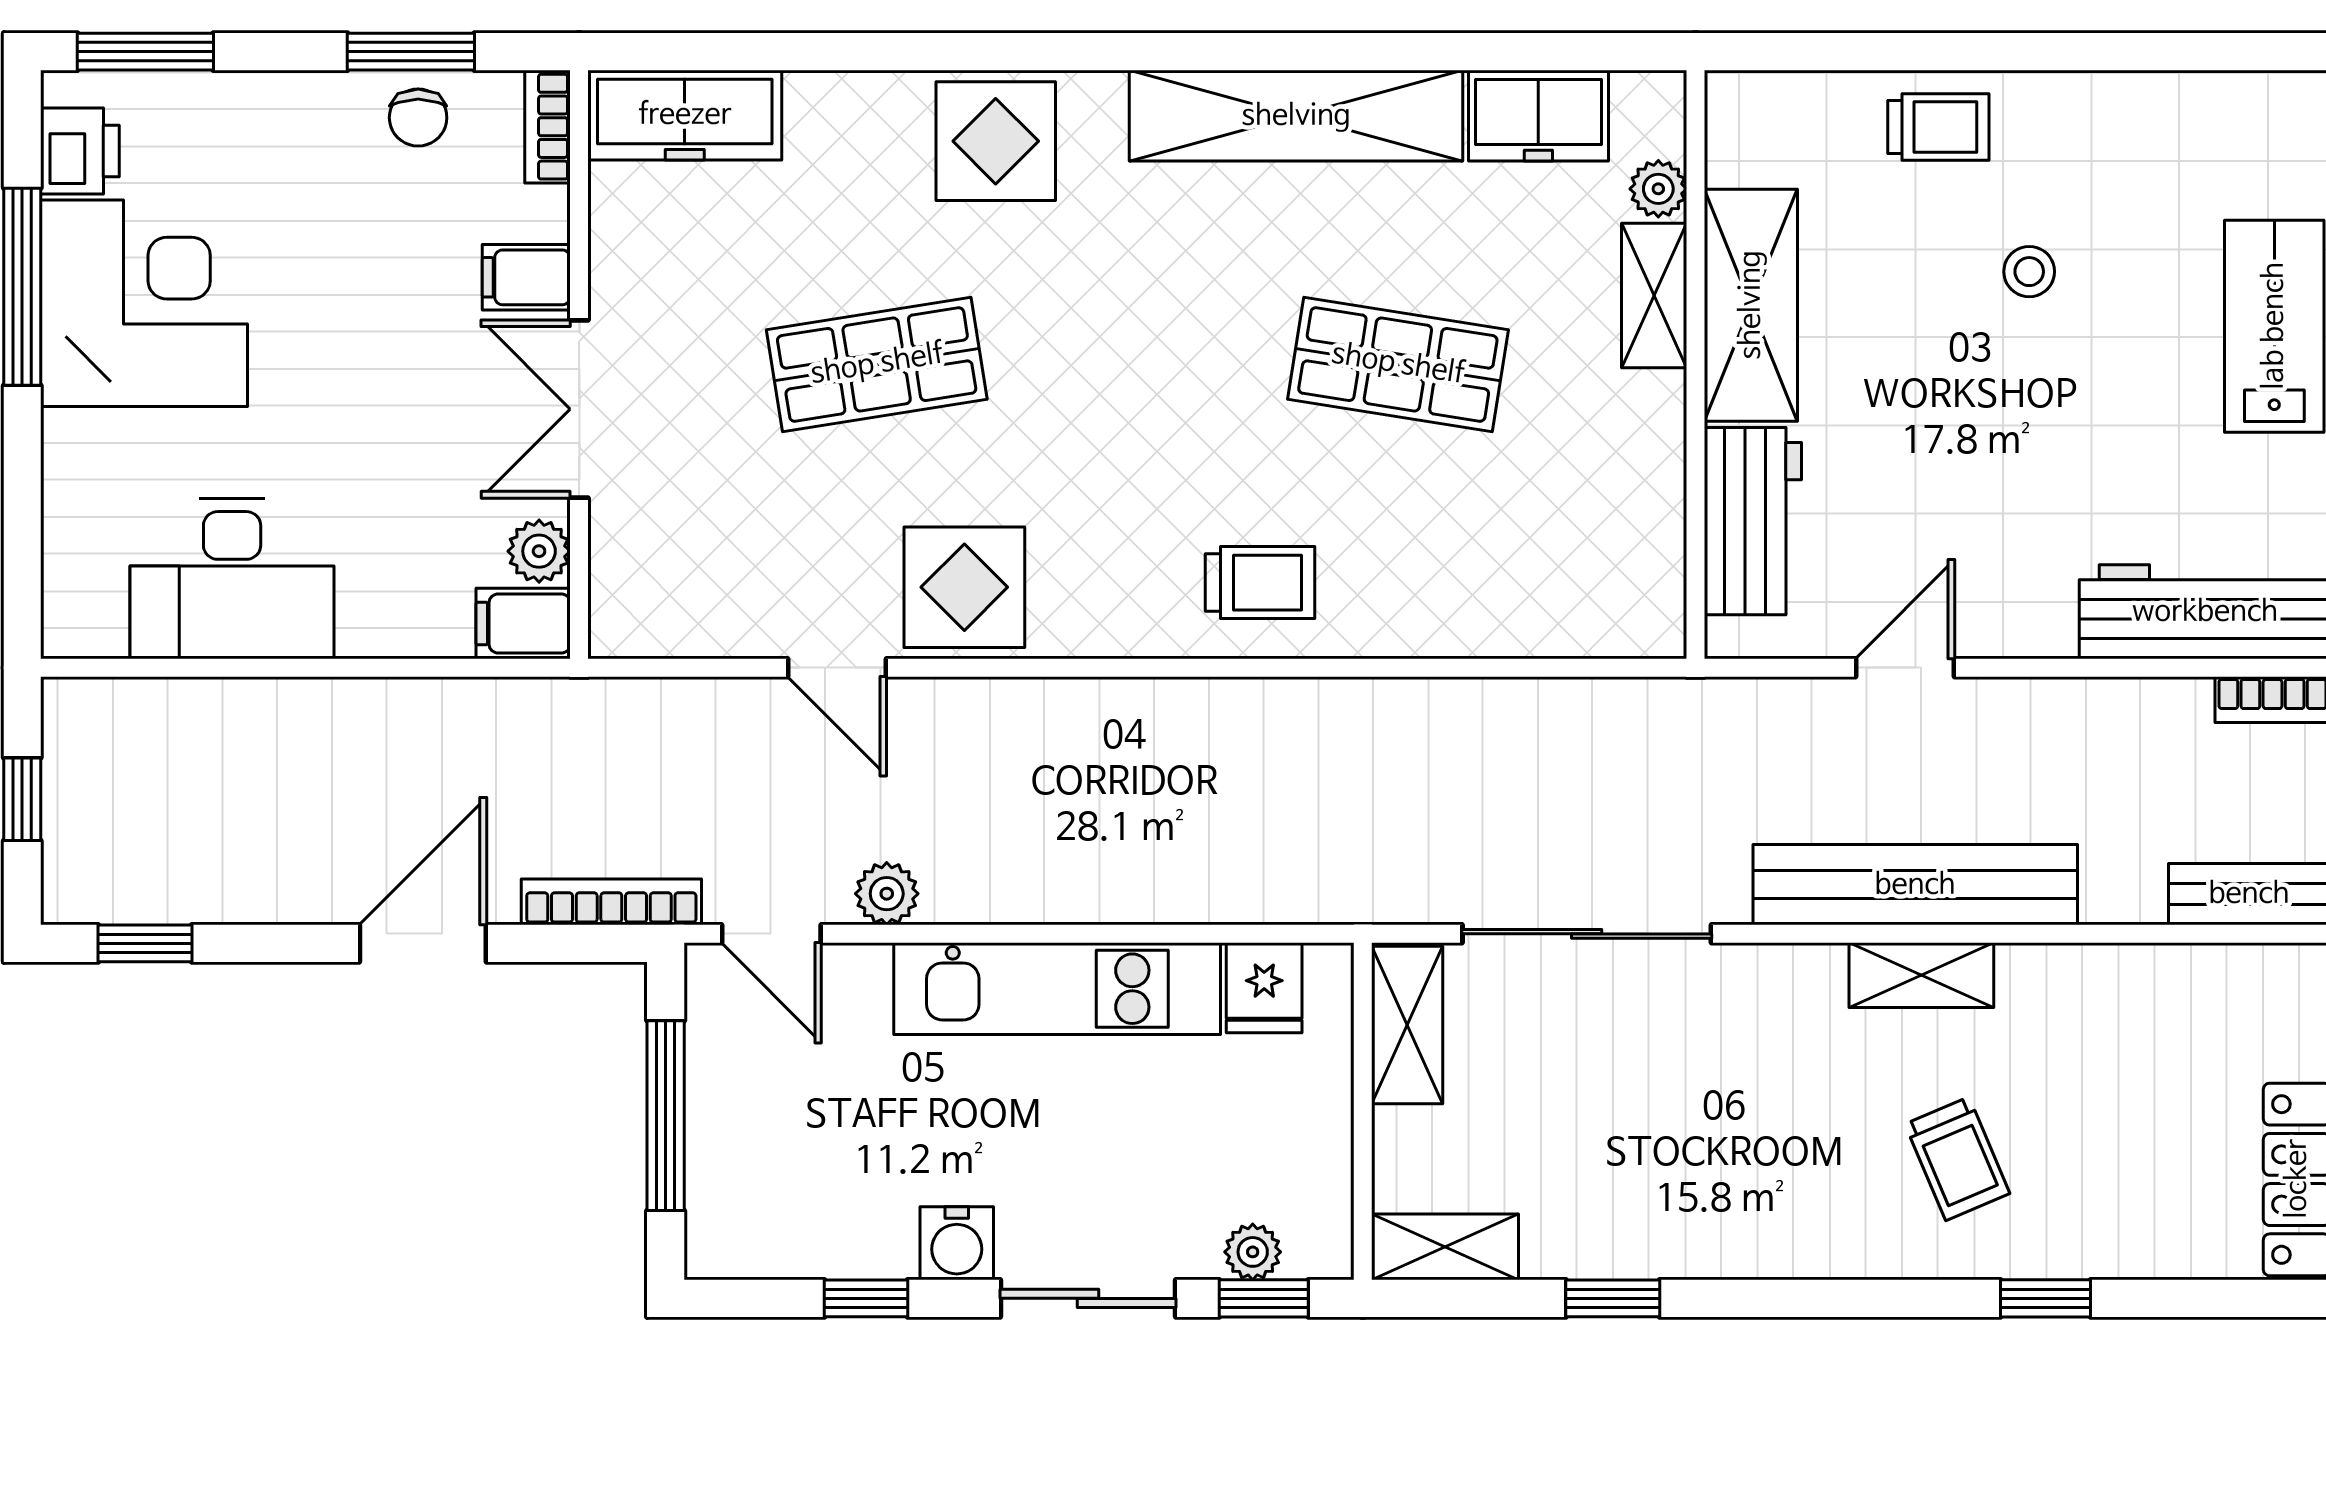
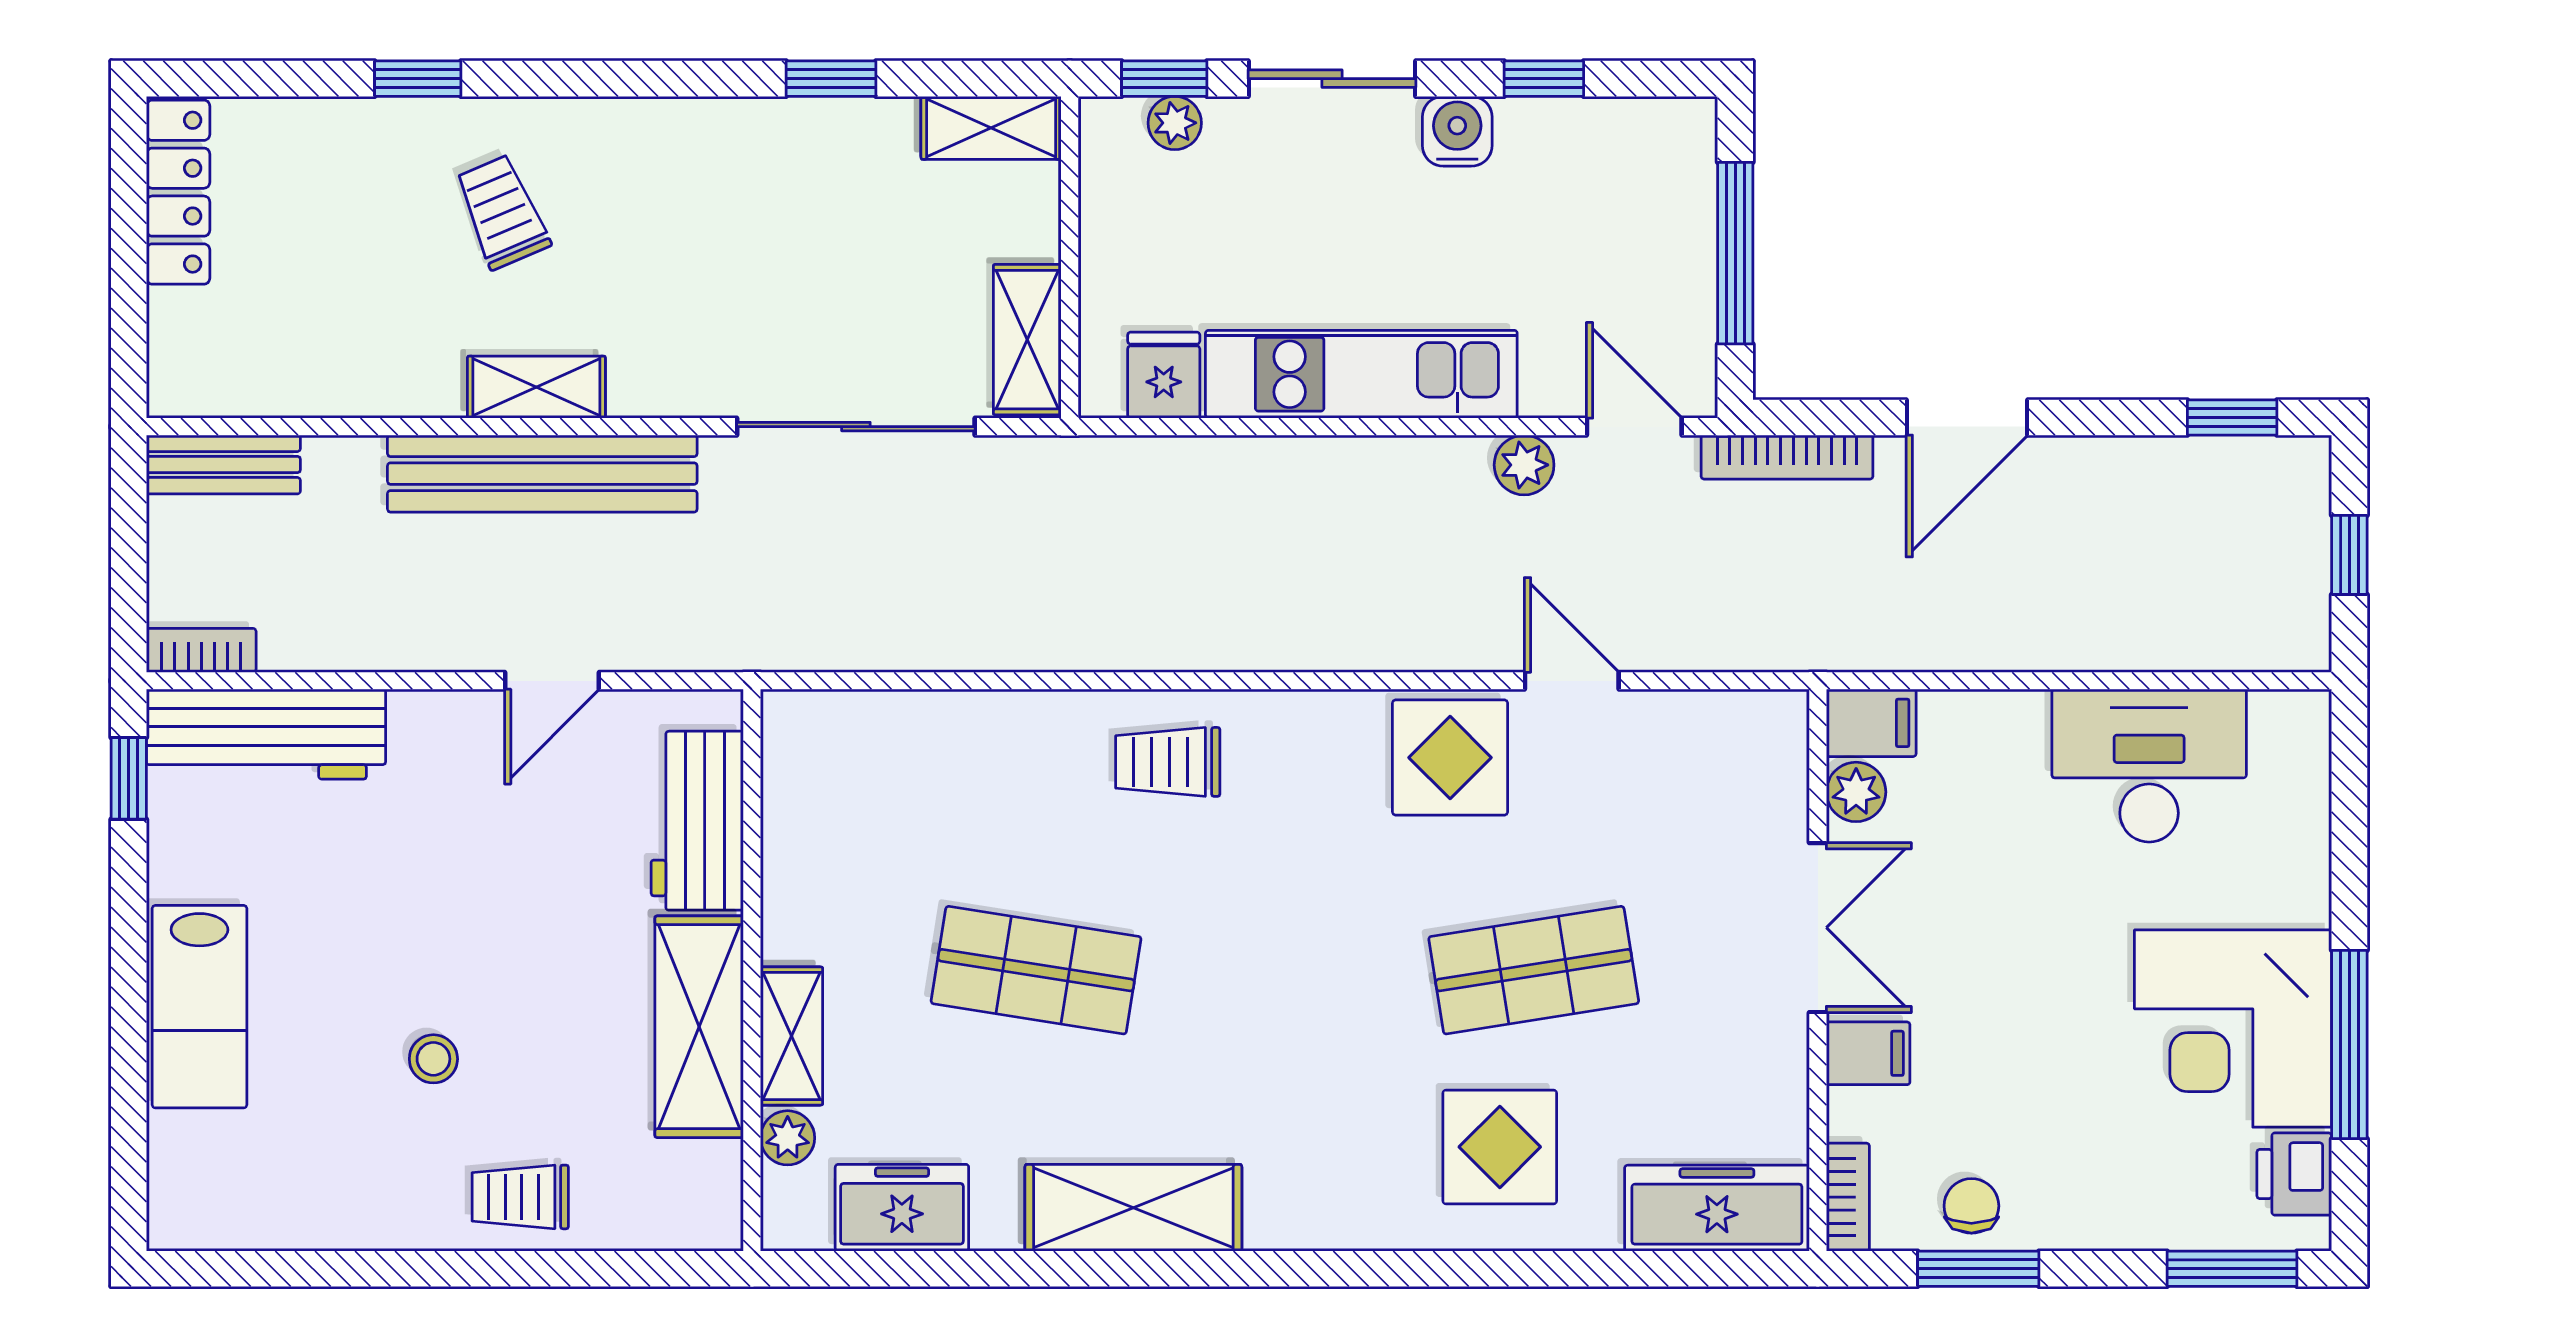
shelving: (1296, 116) -> (1133, 1208), width x0.68
display table: (996, 141) -> (1500, 1147), moved

